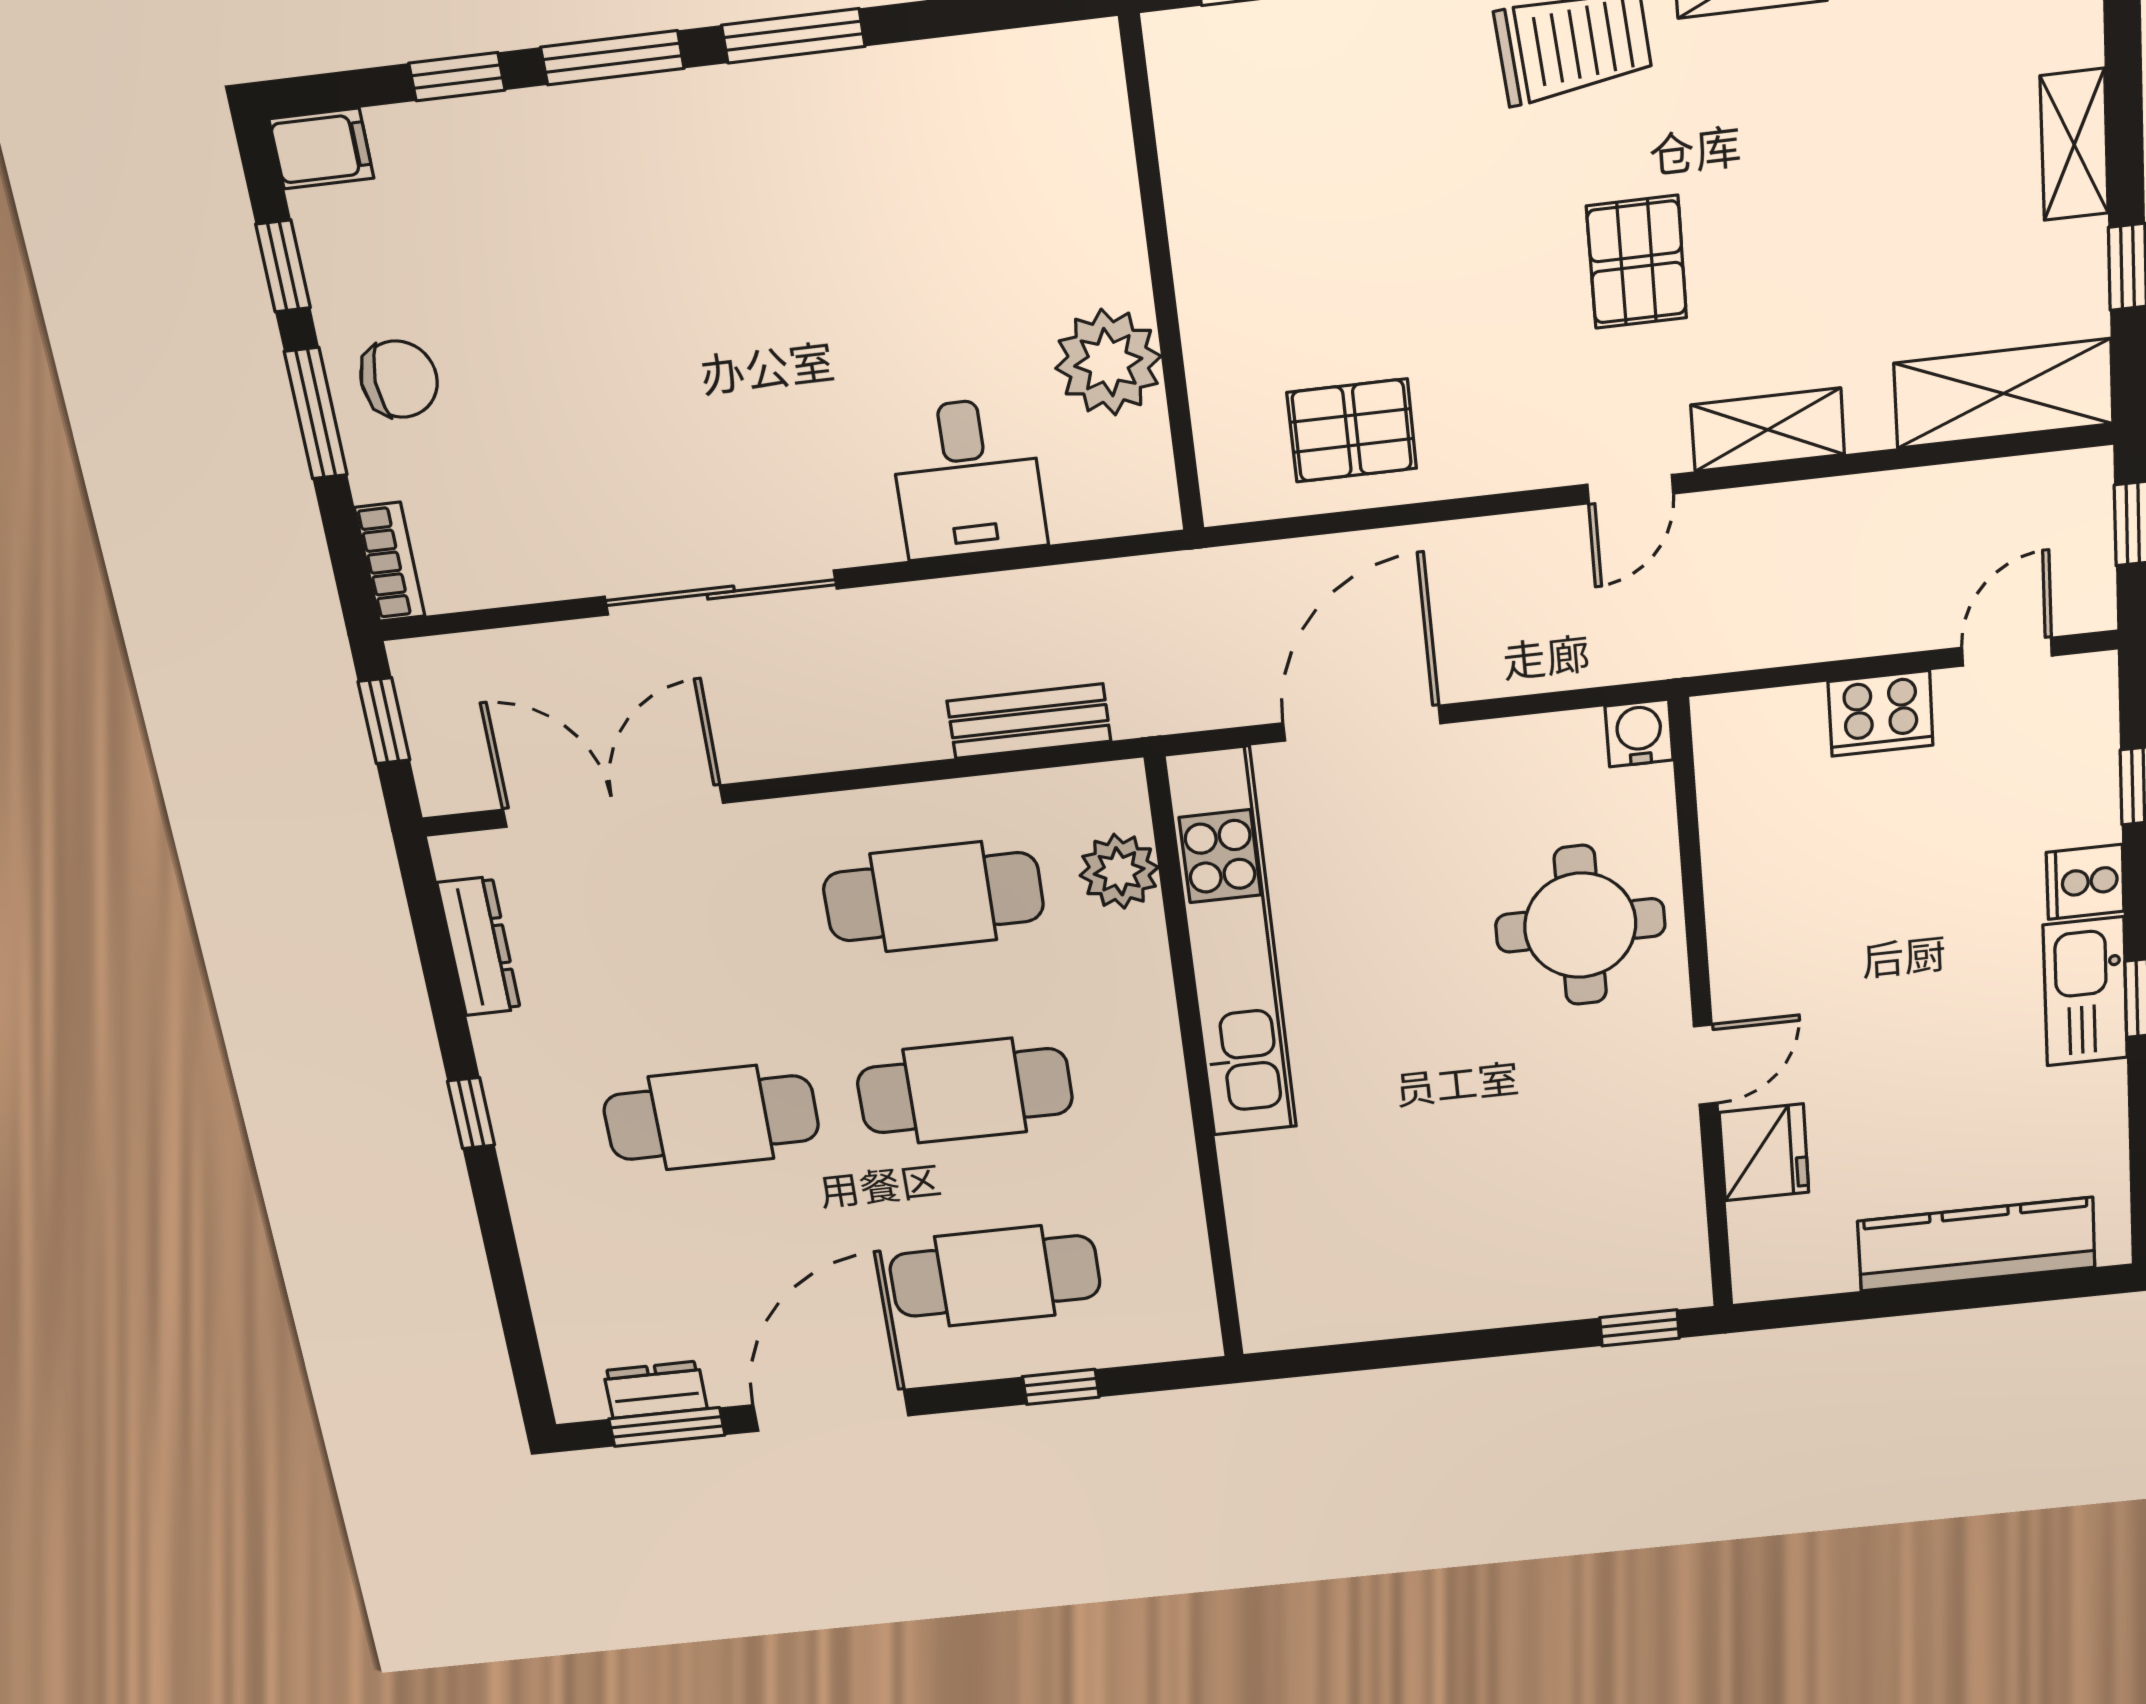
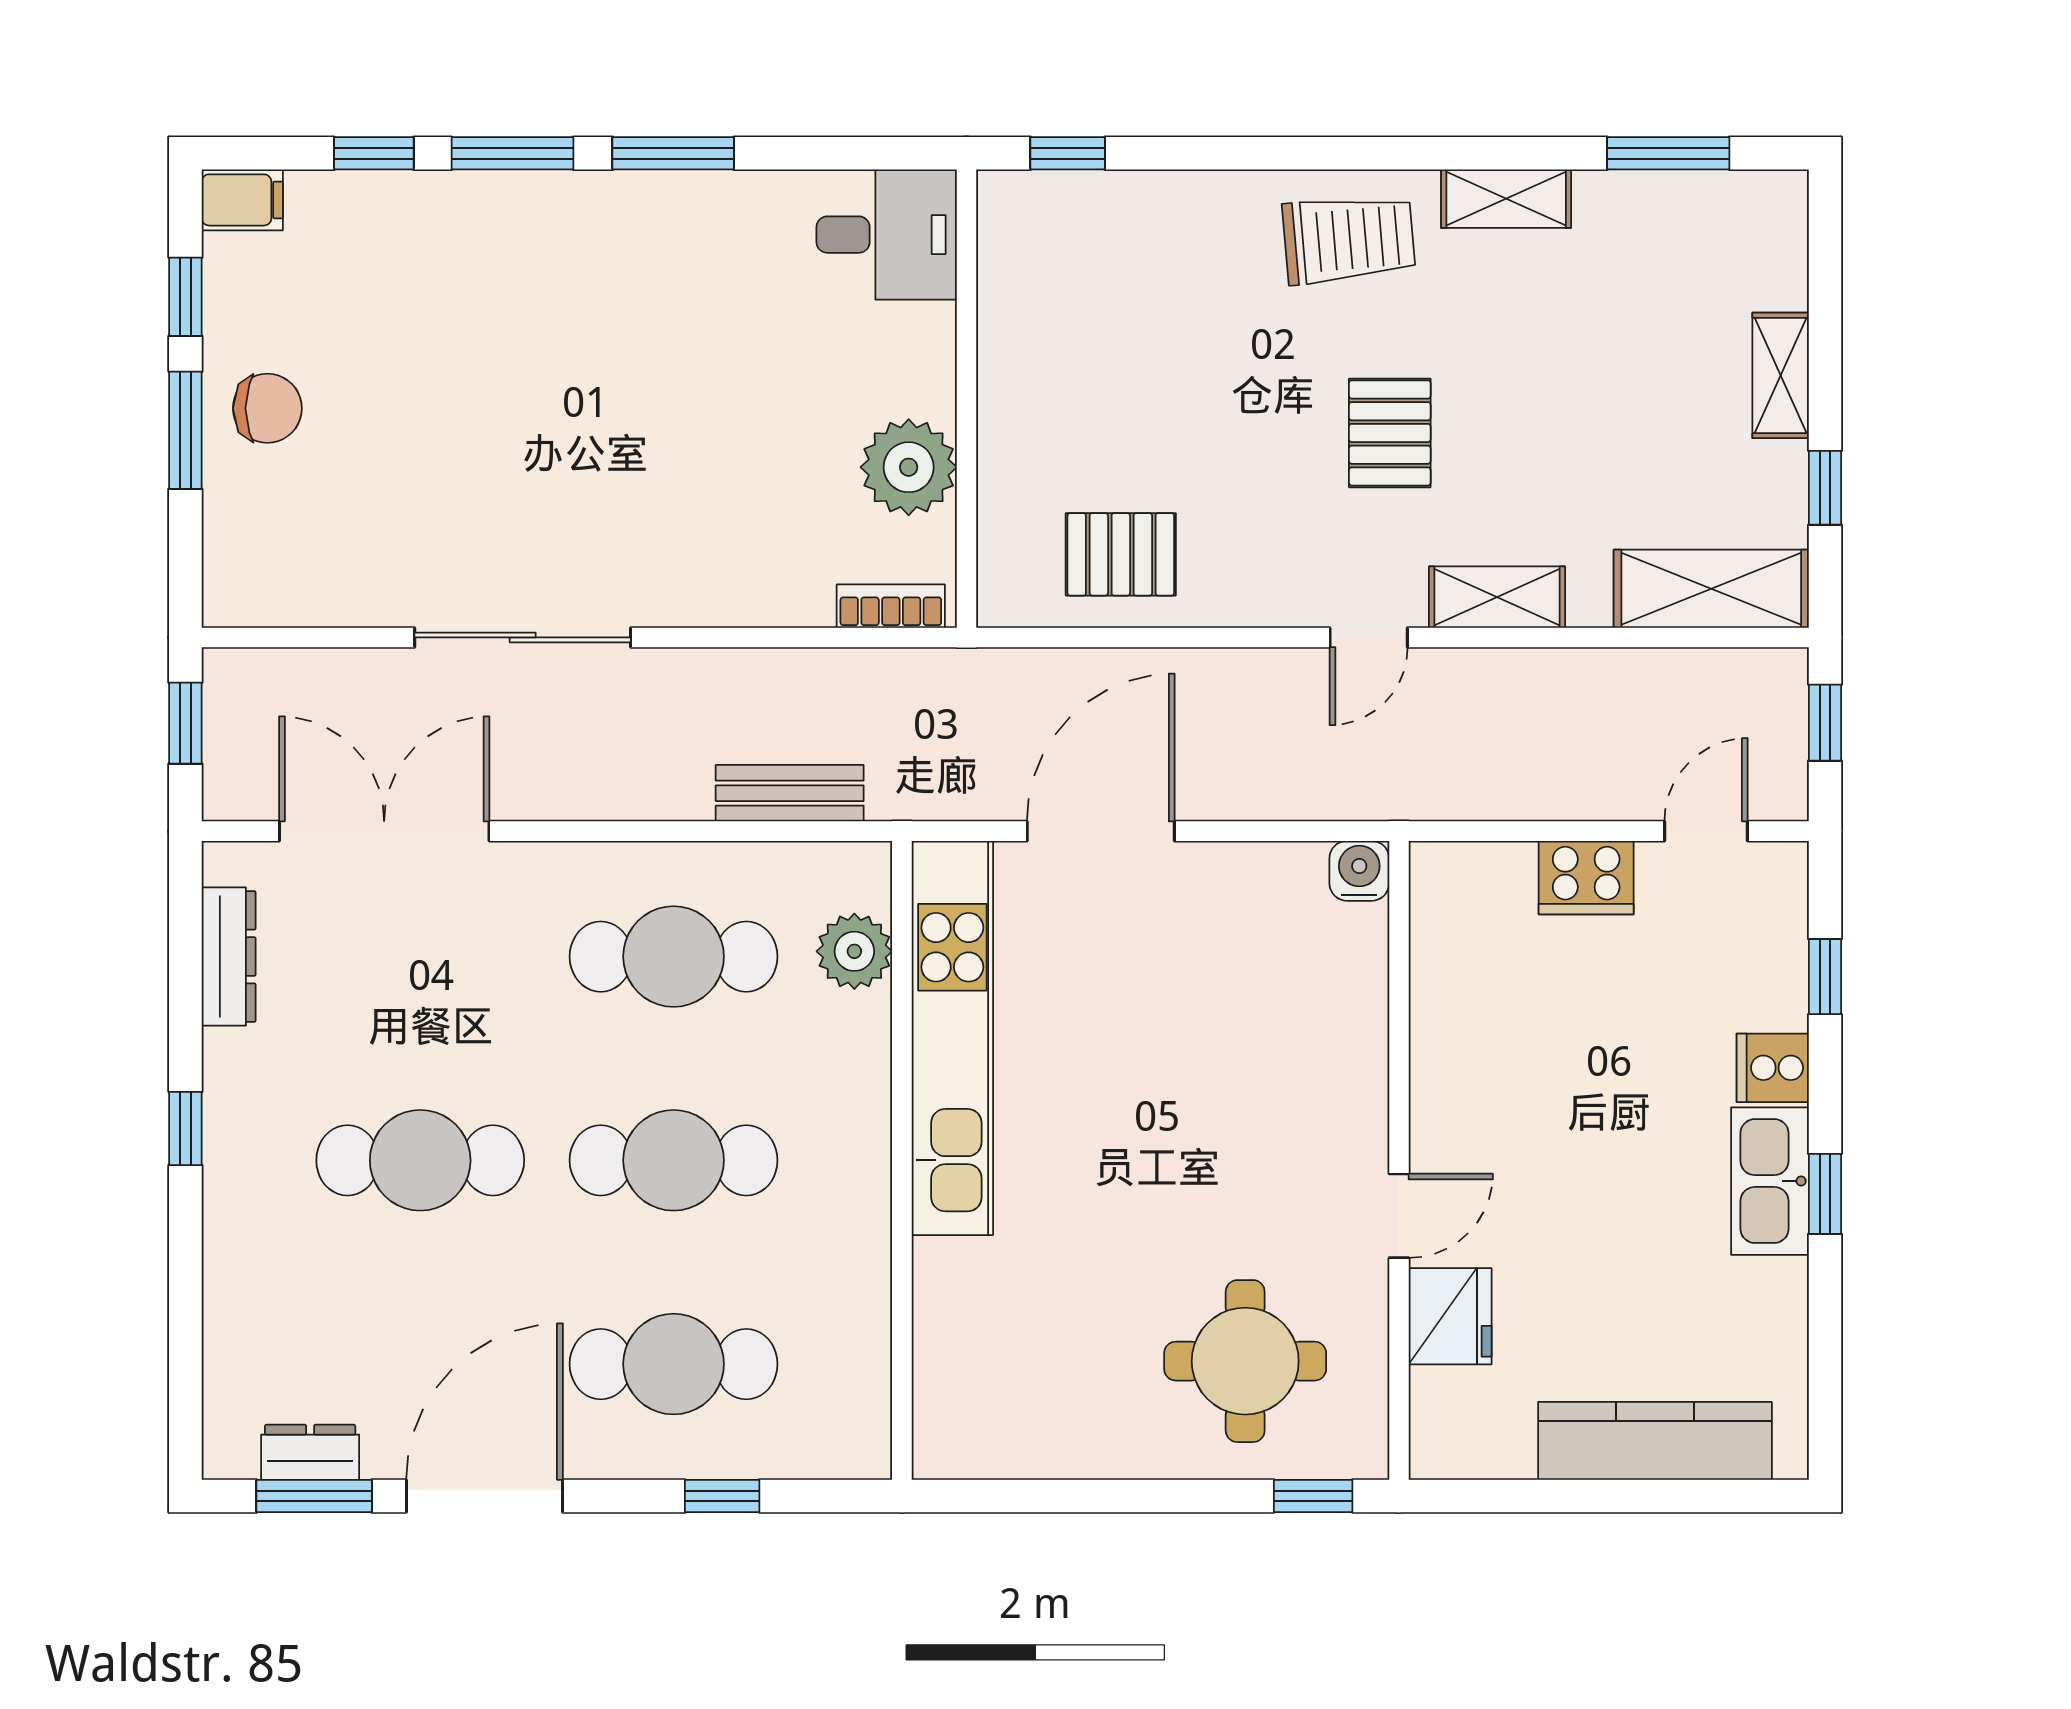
desk: (968, 478) -> (887, 235), moved, turned -90
bookcase: (390, 562) -> (891, 606), moved, turned -90
round table: (1580, 925) -> (1245, 1361), moved

